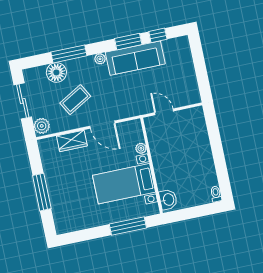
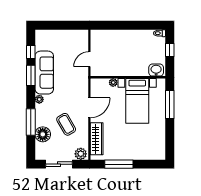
wardrobe: (72, 141) -> (97, 139), width x1.50
window: (42, 192) -> (119, 164), moved
window: (197, 212) -> (170, 50), added

